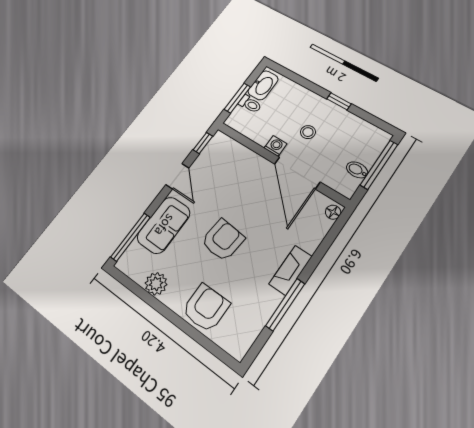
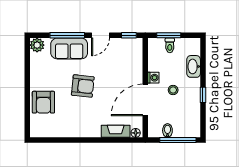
washbasin: (263, 85) -> (194, 66), moved, turned 90
window: (131, 237) -> (67, 35), moved
fireplace: (291, 270) -> (116, 131), moved
plant: (156, 284) -> (37, 45), moved
window: (285, 305) -> (72, 140), removed
armchair: (206, 308) -> (43, 102), turned 90

